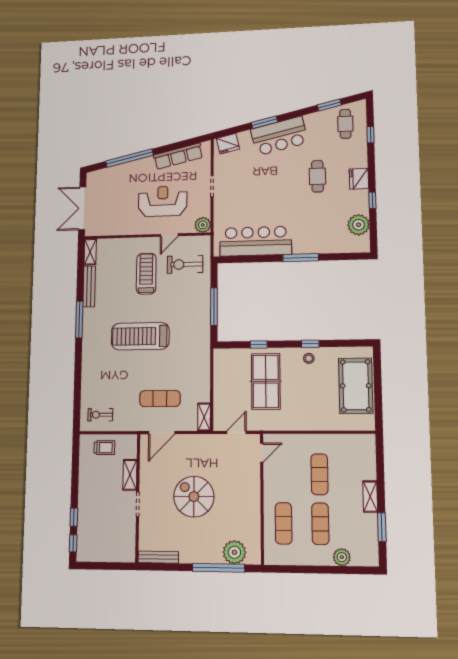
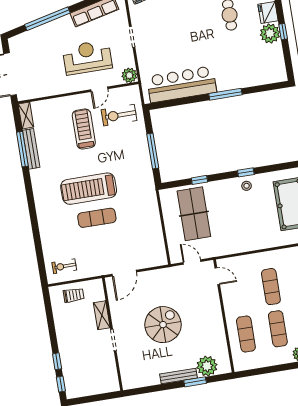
plant: (359, 225) -> (270, 33), moved
window: (79, 319) -> (22, 149), moved
table tennis table: (266, 381) -> (194, 214), moved
exercise mat: (160, 399) -> (97, 218), moved
shelving: (204, 417) -> (160, 253), removed
door: (236, 432) -> (192, 262), hinge flipped
door: (262, 453) -> (217, 276), hinge flipped
spiral stairs: (194, 497) -> (163, 325), turned 90
bench: (158, 557) -> (179, 376), moved
window: (219, 568) -> (195, 382), width x0.47

